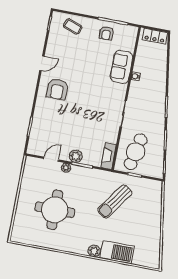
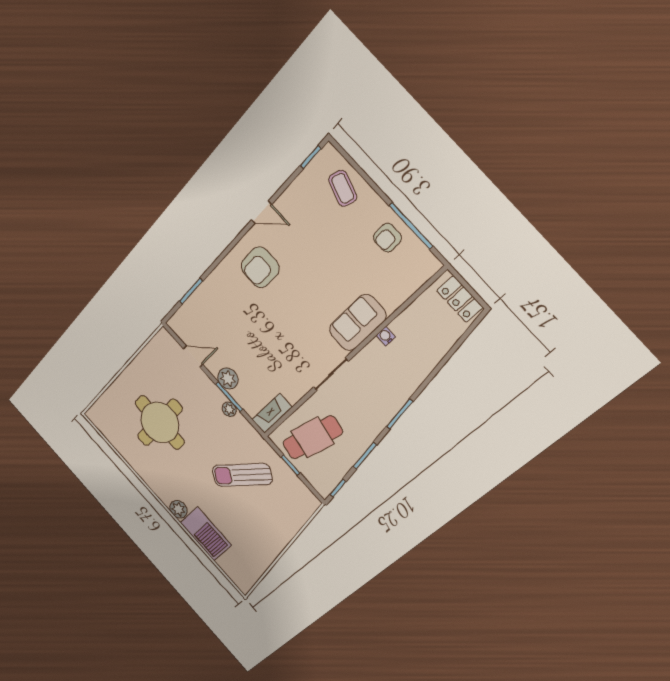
sofa: (122, 67) -> (357, 323), moved
plant: (66, 168) -> (229, 409), moved

